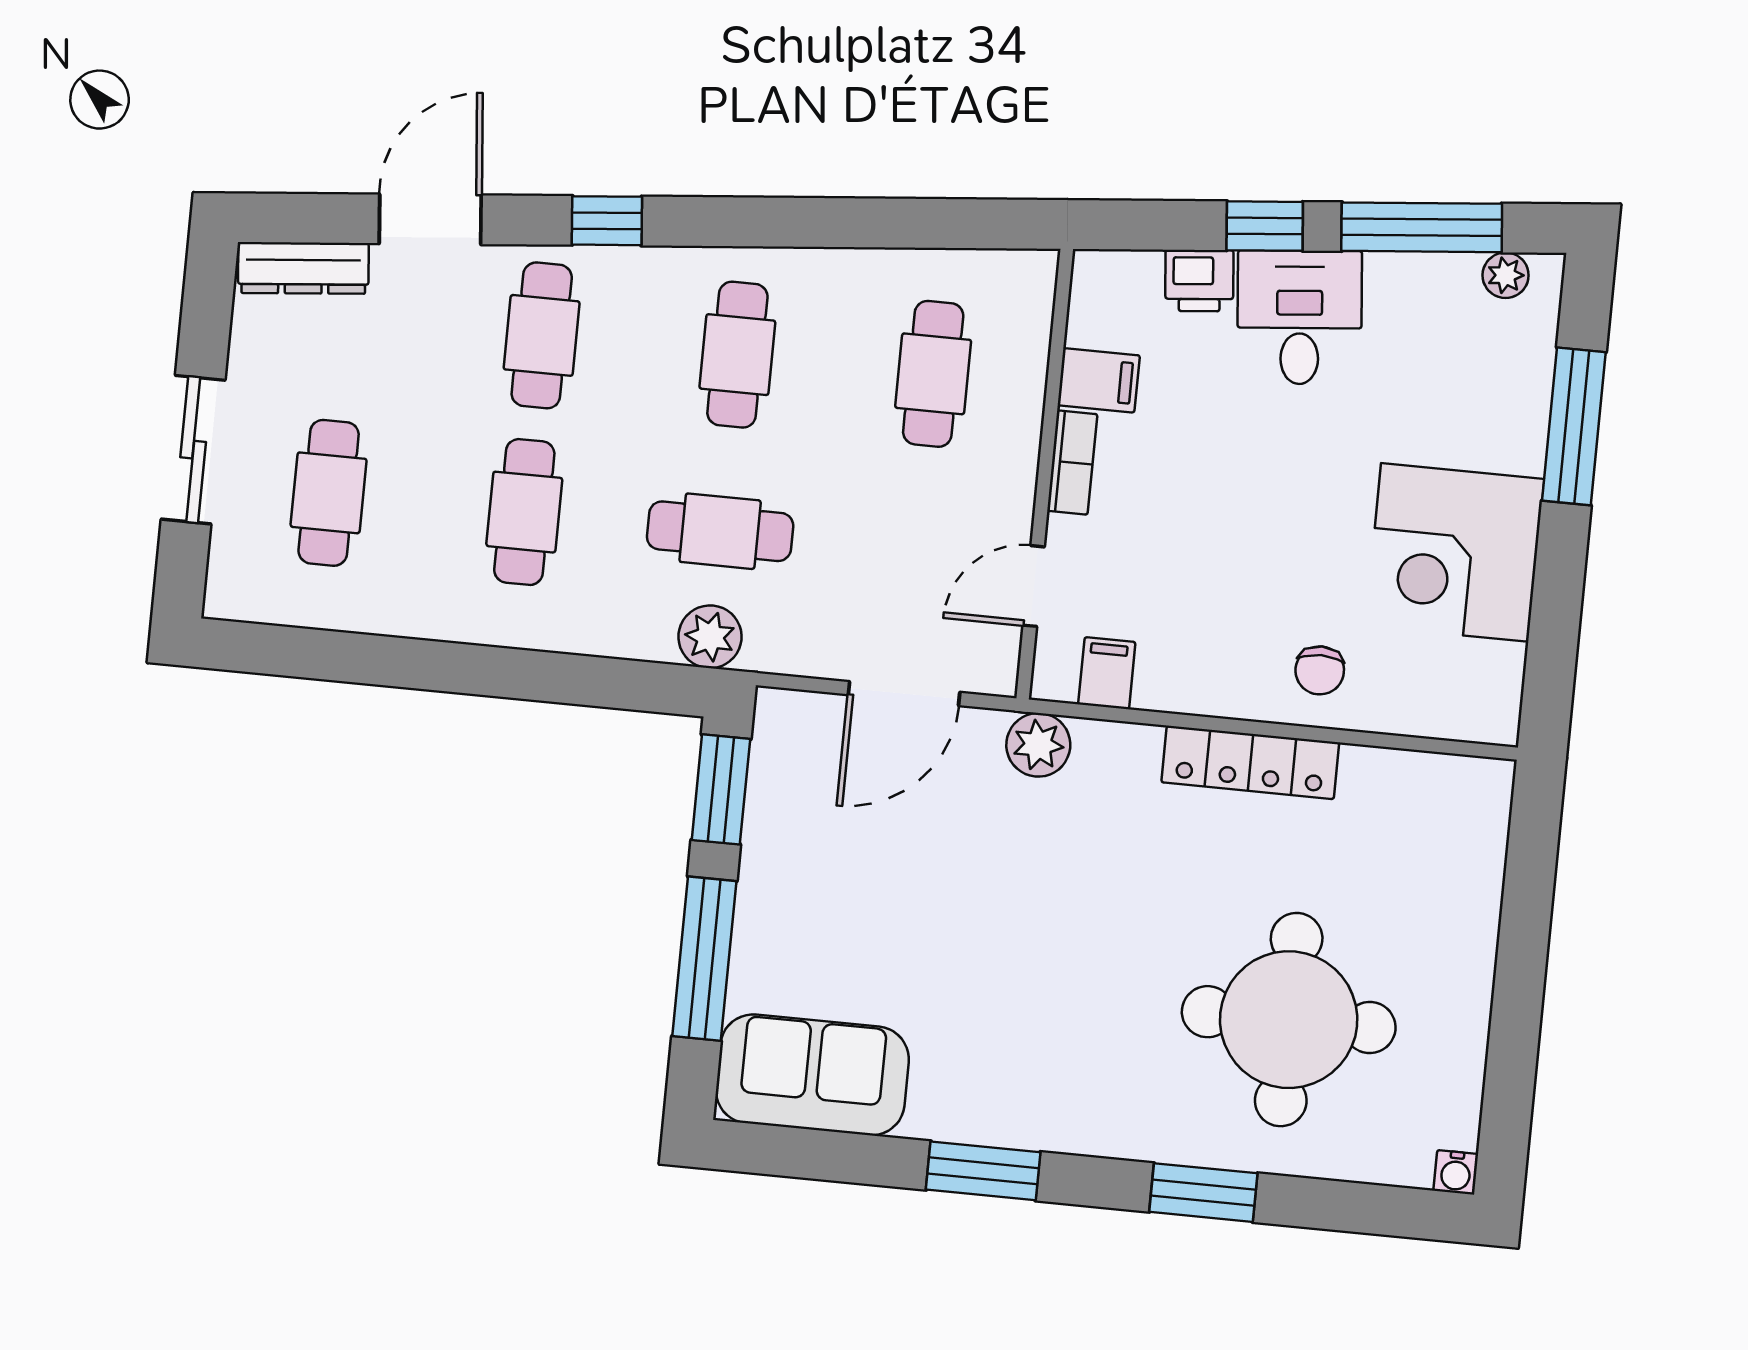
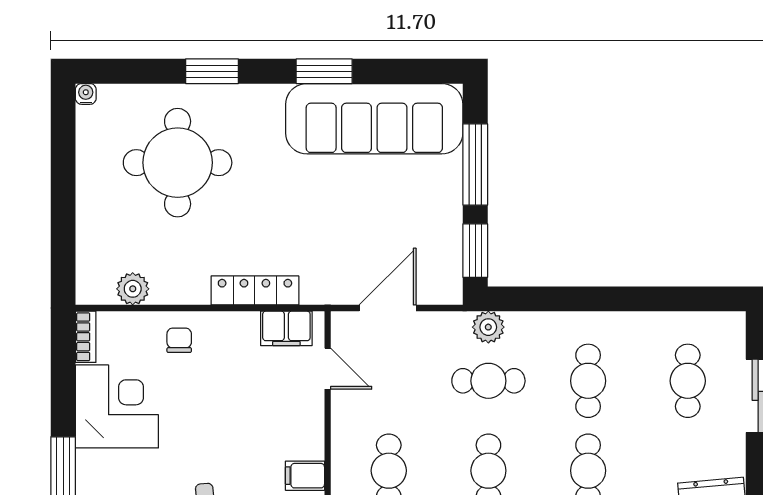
bookcase: (1072, 462) -> (86, 337), moved, turned 180
door: (1034, 586) -> (328, 369), hinge flipped
filing cabinet: (1107, 673) -> (286, 328), width x2.00
plant: (1038, 745) -> (133, 289), moved
locker: (1250, 762) -> (255, 290), moved
sofa: (812, 1075) -> (374, 119), width x1.85, depth x1.27

